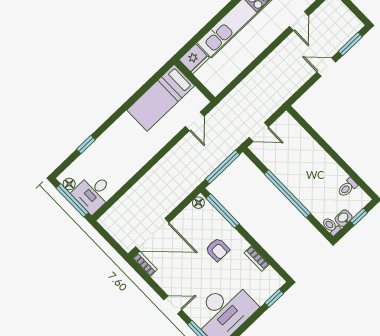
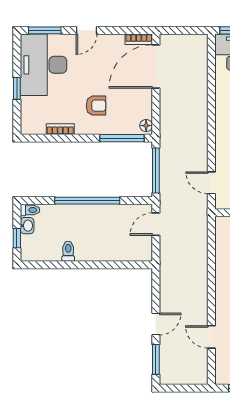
toilet: (347, 187) -> (68, 251), moved
armchair: (218, 250) -> (96, 106), turned 180
window: (274, 298) -> (17, 88), moved

